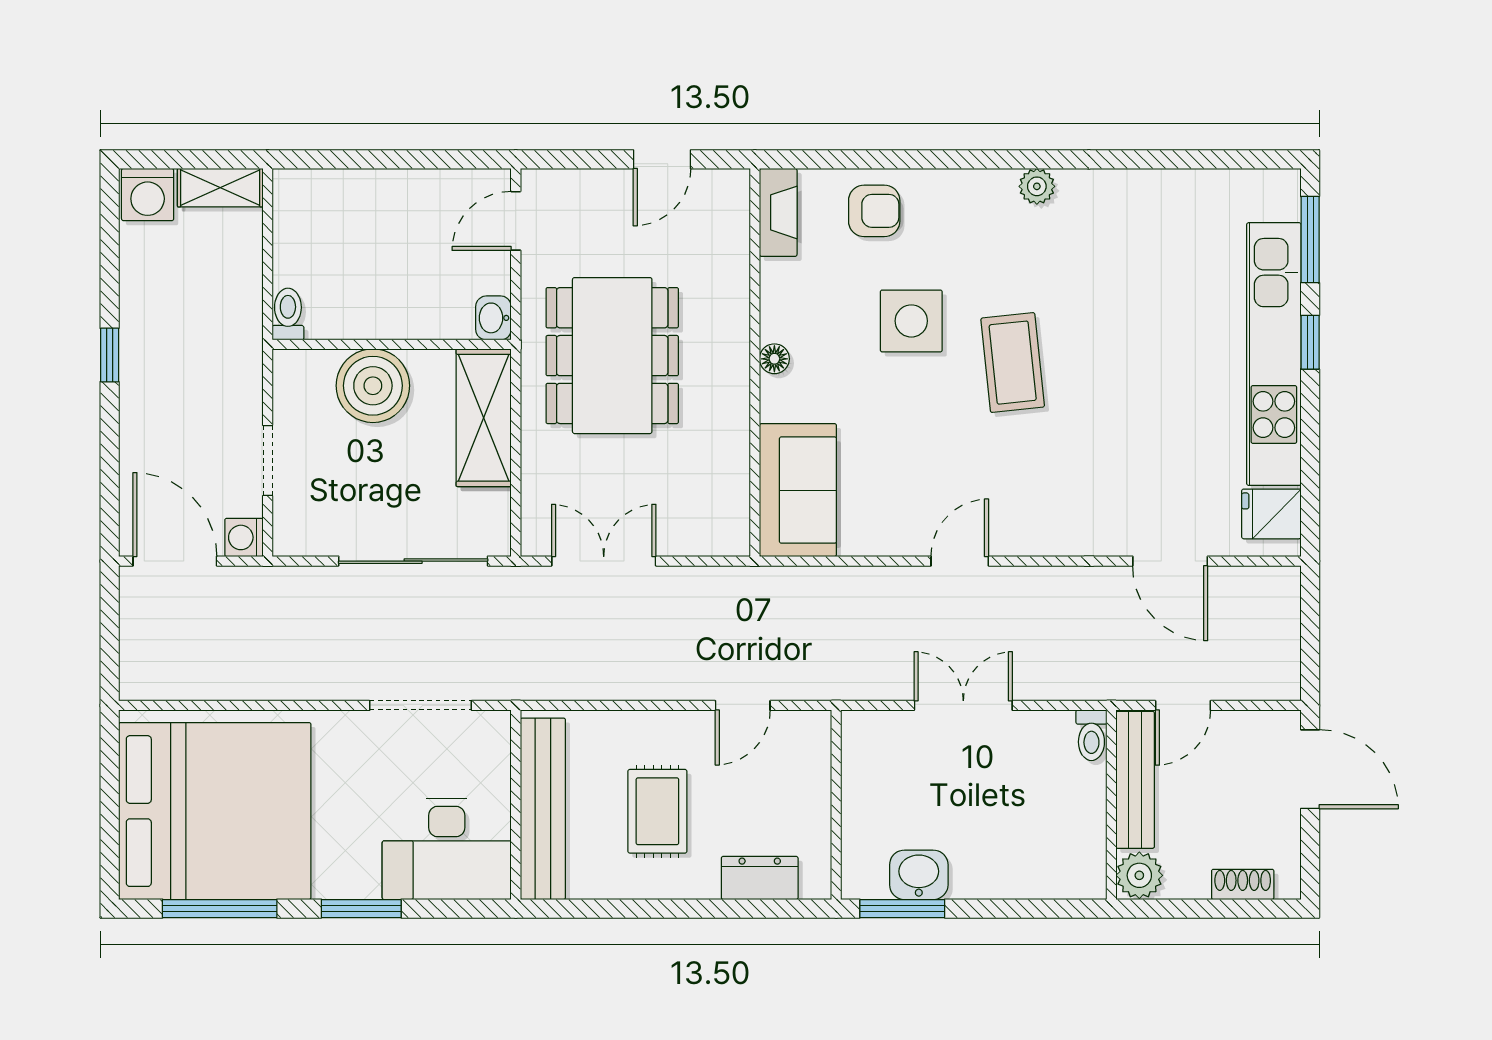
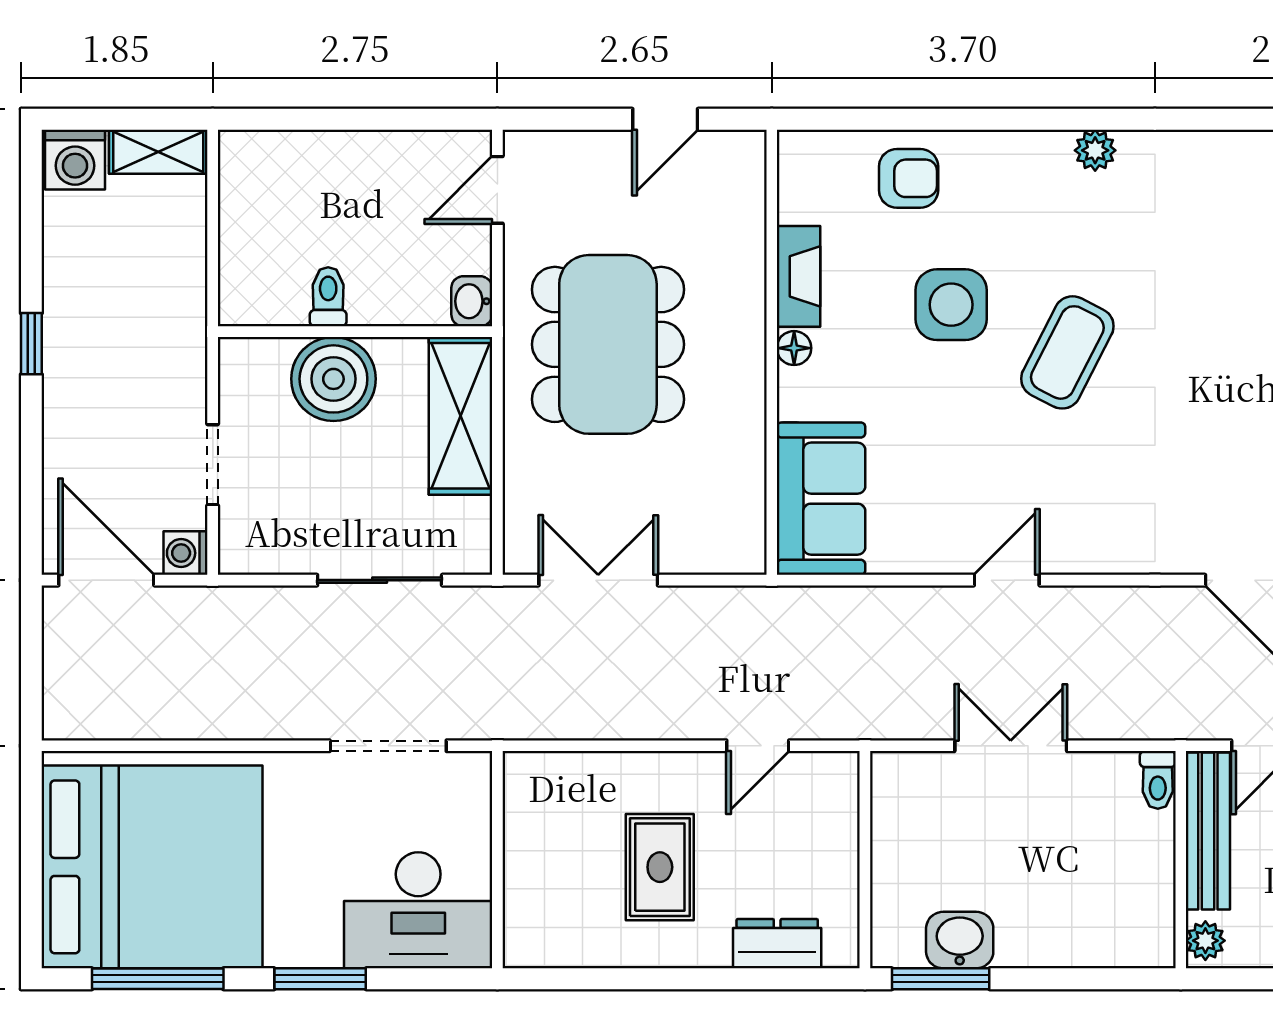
fireplace: (778, 212) -> (798, 276), moved
toilet: (288, 314) -> (328, 297), moved
coffee table: (1013, 363) -> (1067, 352), turned 33
sliding door: (413, 561) -> (380, 580), width x0.73
bench: (543, 809) -> (528, 864), removed
plant: (1139, 875) -> (1205, 941), width x0.73, depth x0.73

